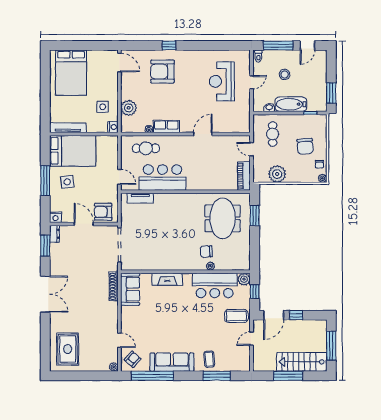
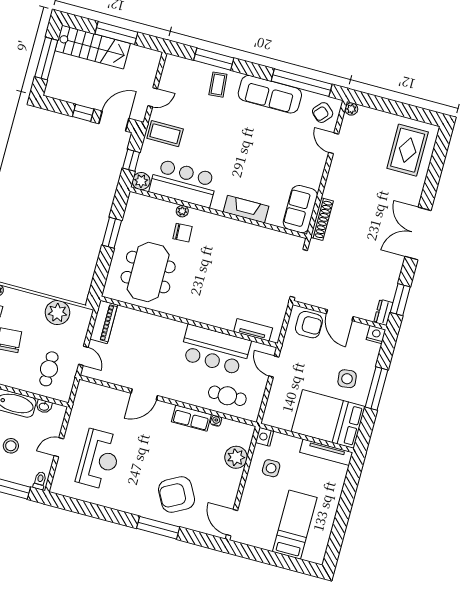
window: (169, 45) -> (158, 528), width x2.17
armchair: (162, 72) -> (177, 494), turned 152
bed: (71, 73) -> (295, 525), width x0.67
window: (255, 216) -> (112, 233), moved

